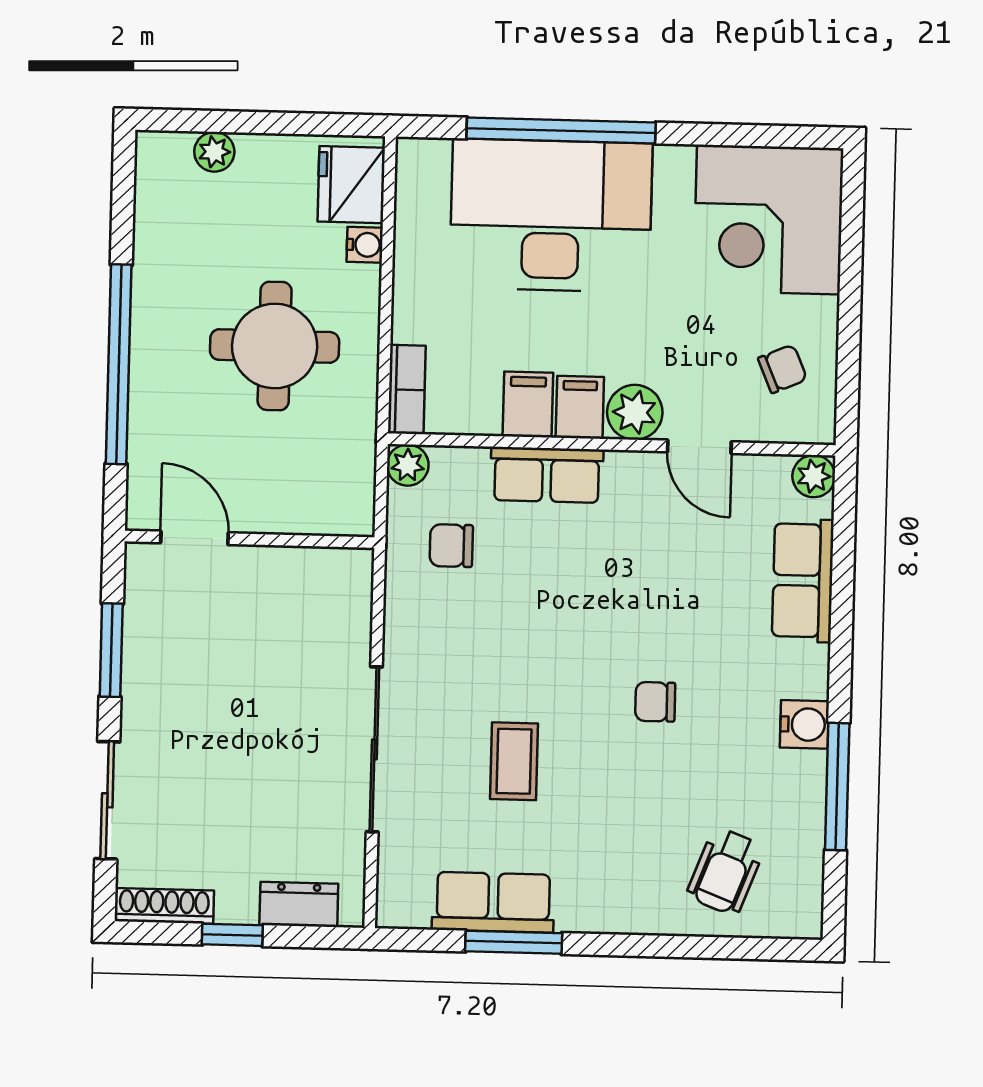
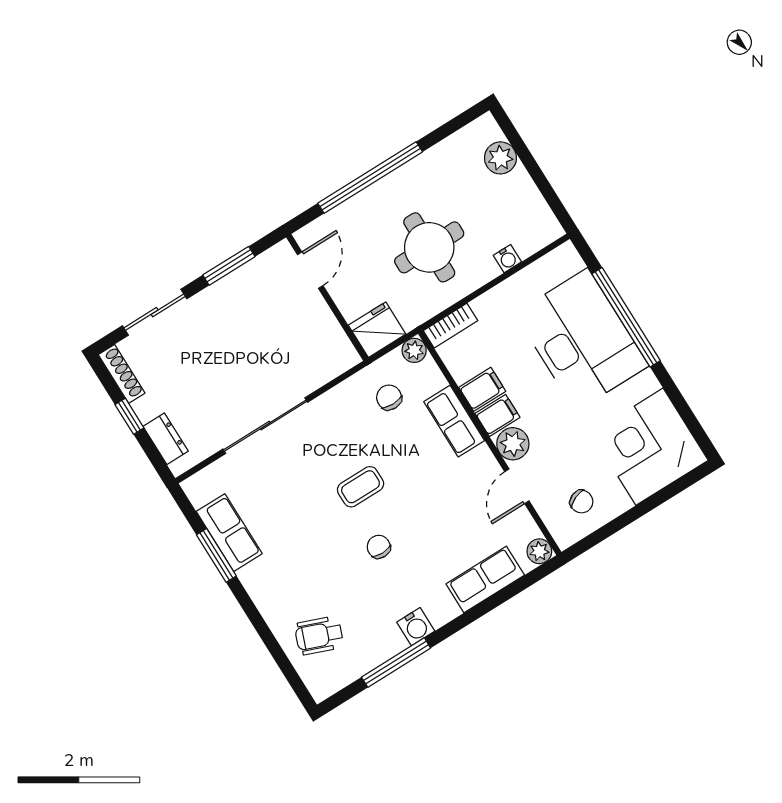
plant: (214, 152) -> (500, 158), width x1.38, depth x1.38
fridge: (351, 185) -> (377, 330), moved
coffee table: (514, 761) -> (361, 487), moved

